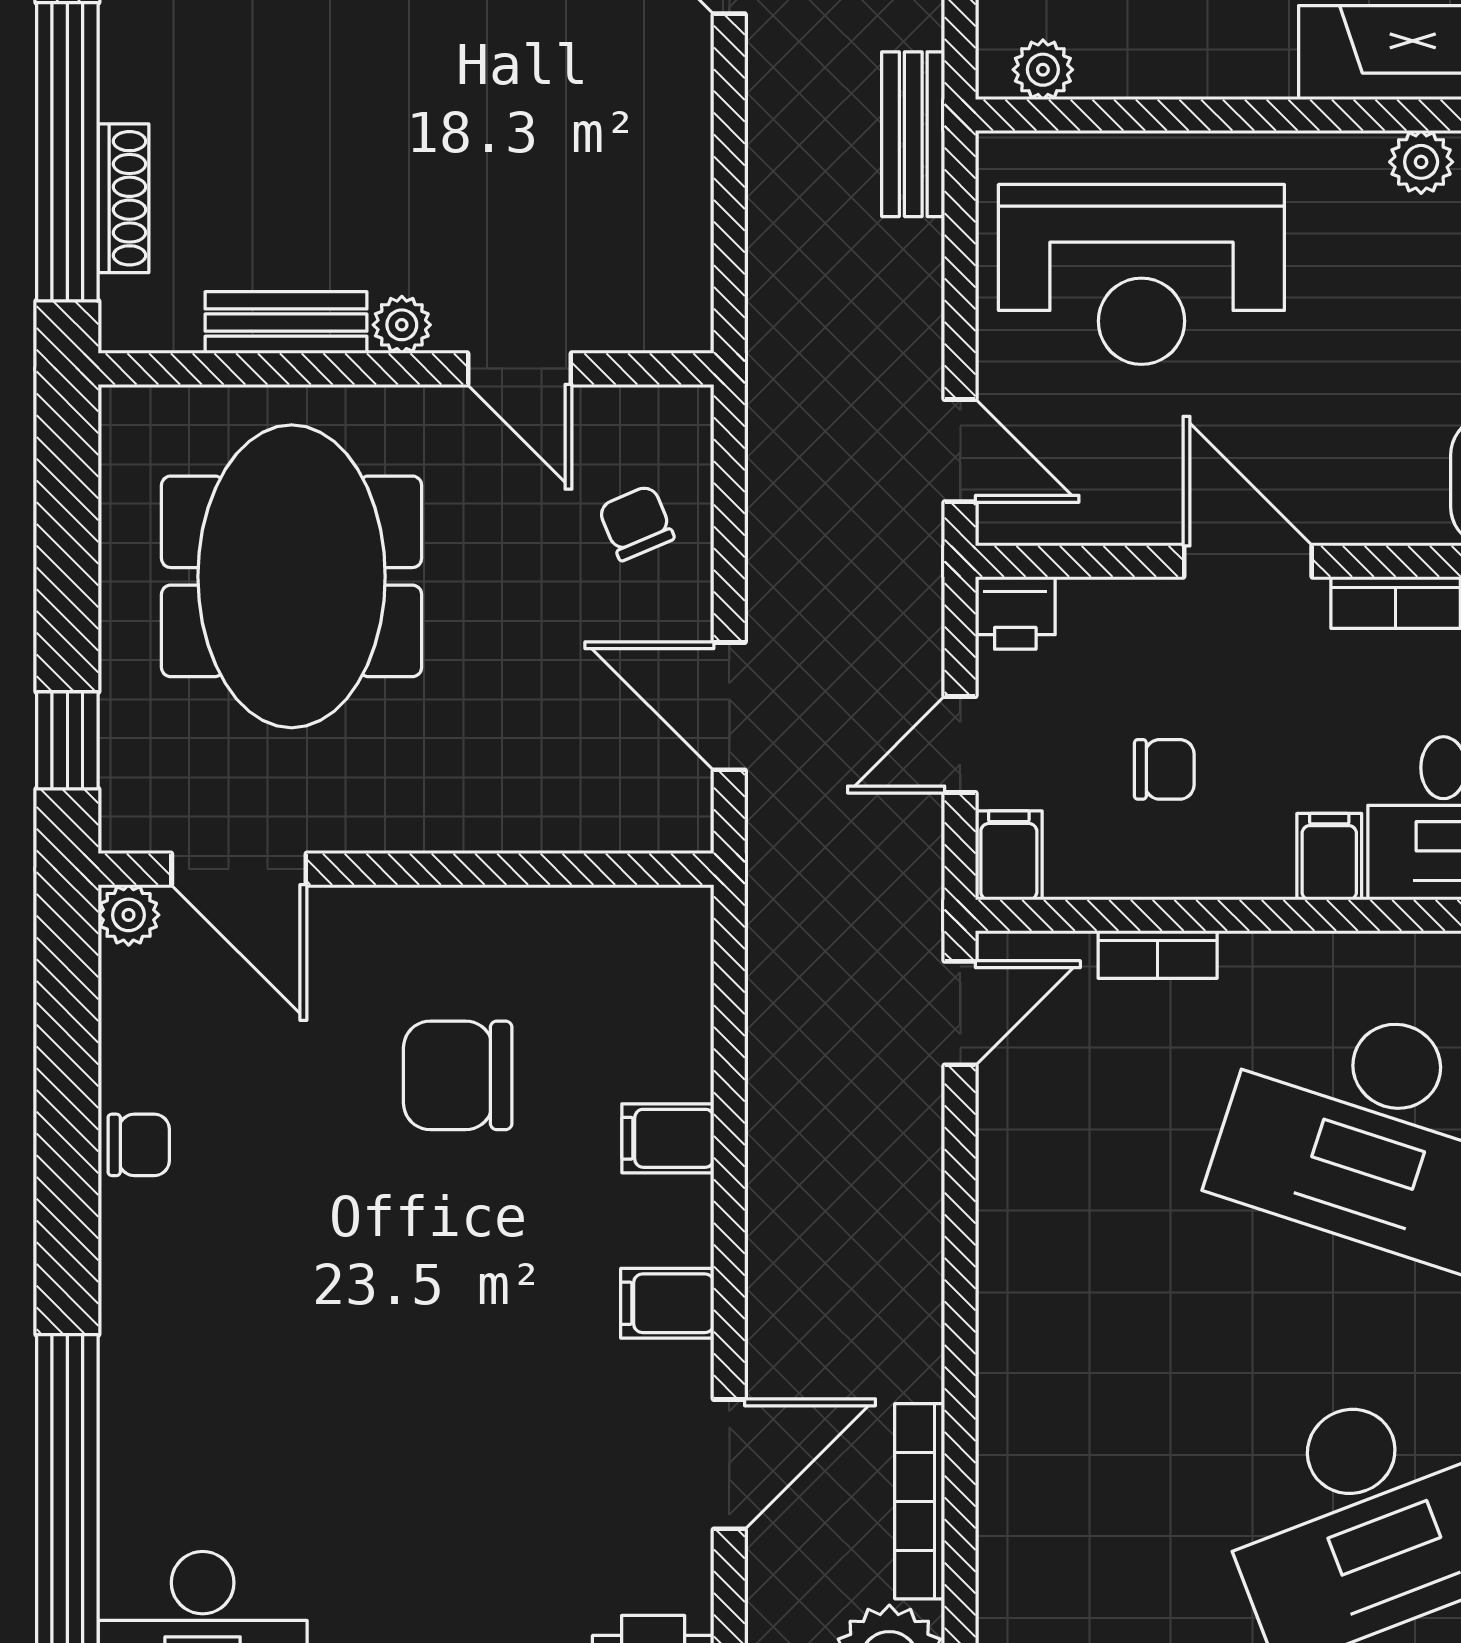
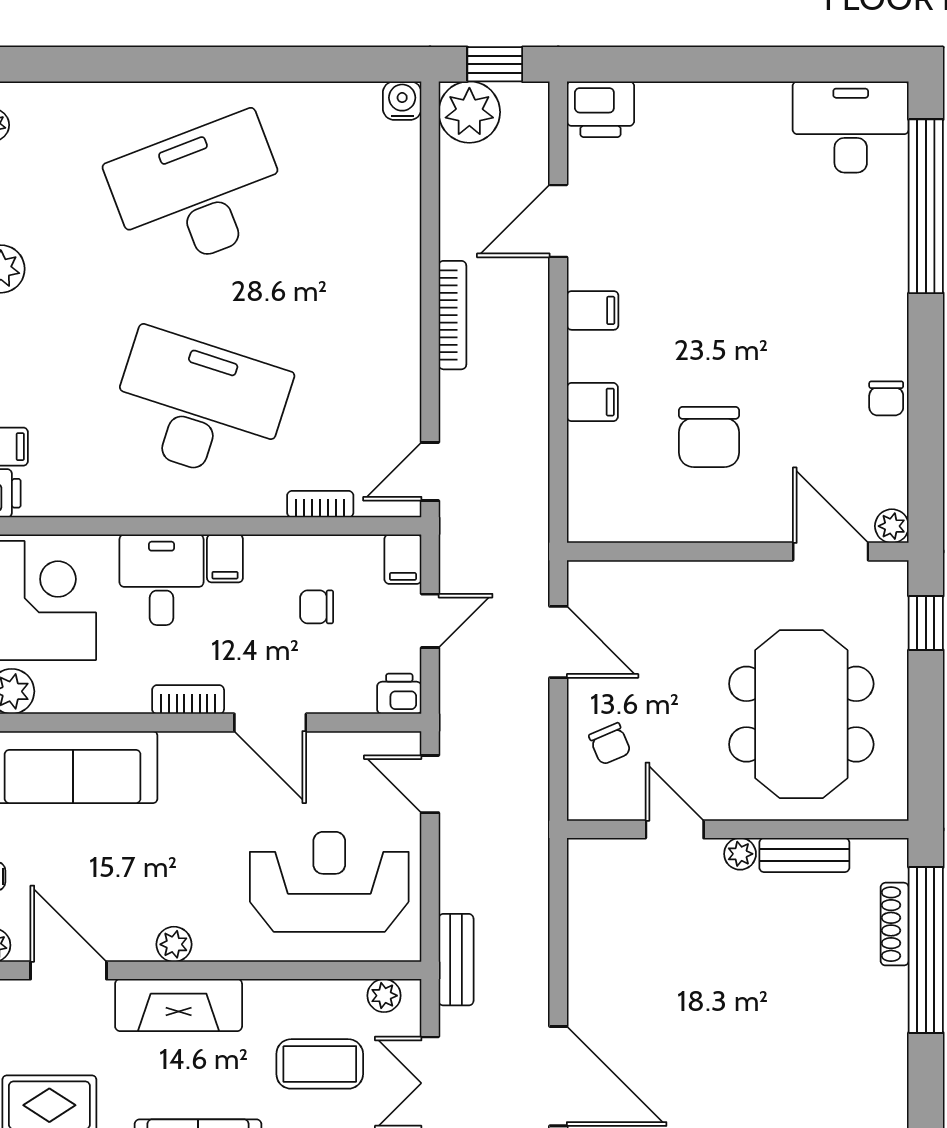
chair: (458, 1075) -> (709, 437), turned 90
chair: (139, 1145) -> (886, 398), turned -90
bookcase: (920, 1501) -> (452, 315), moved

